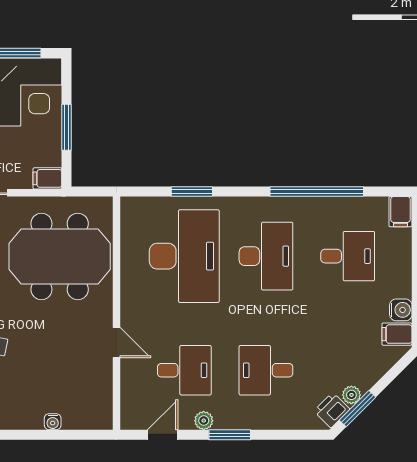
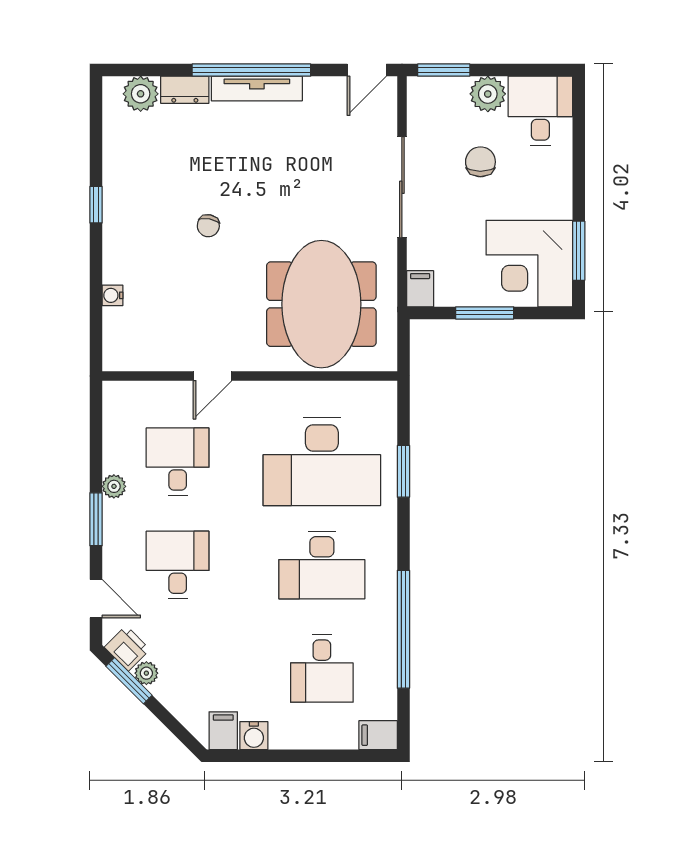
desk: (184, 370) -> (178, 462), turned 180
door: (163, 435) -> (96, 599), moved

